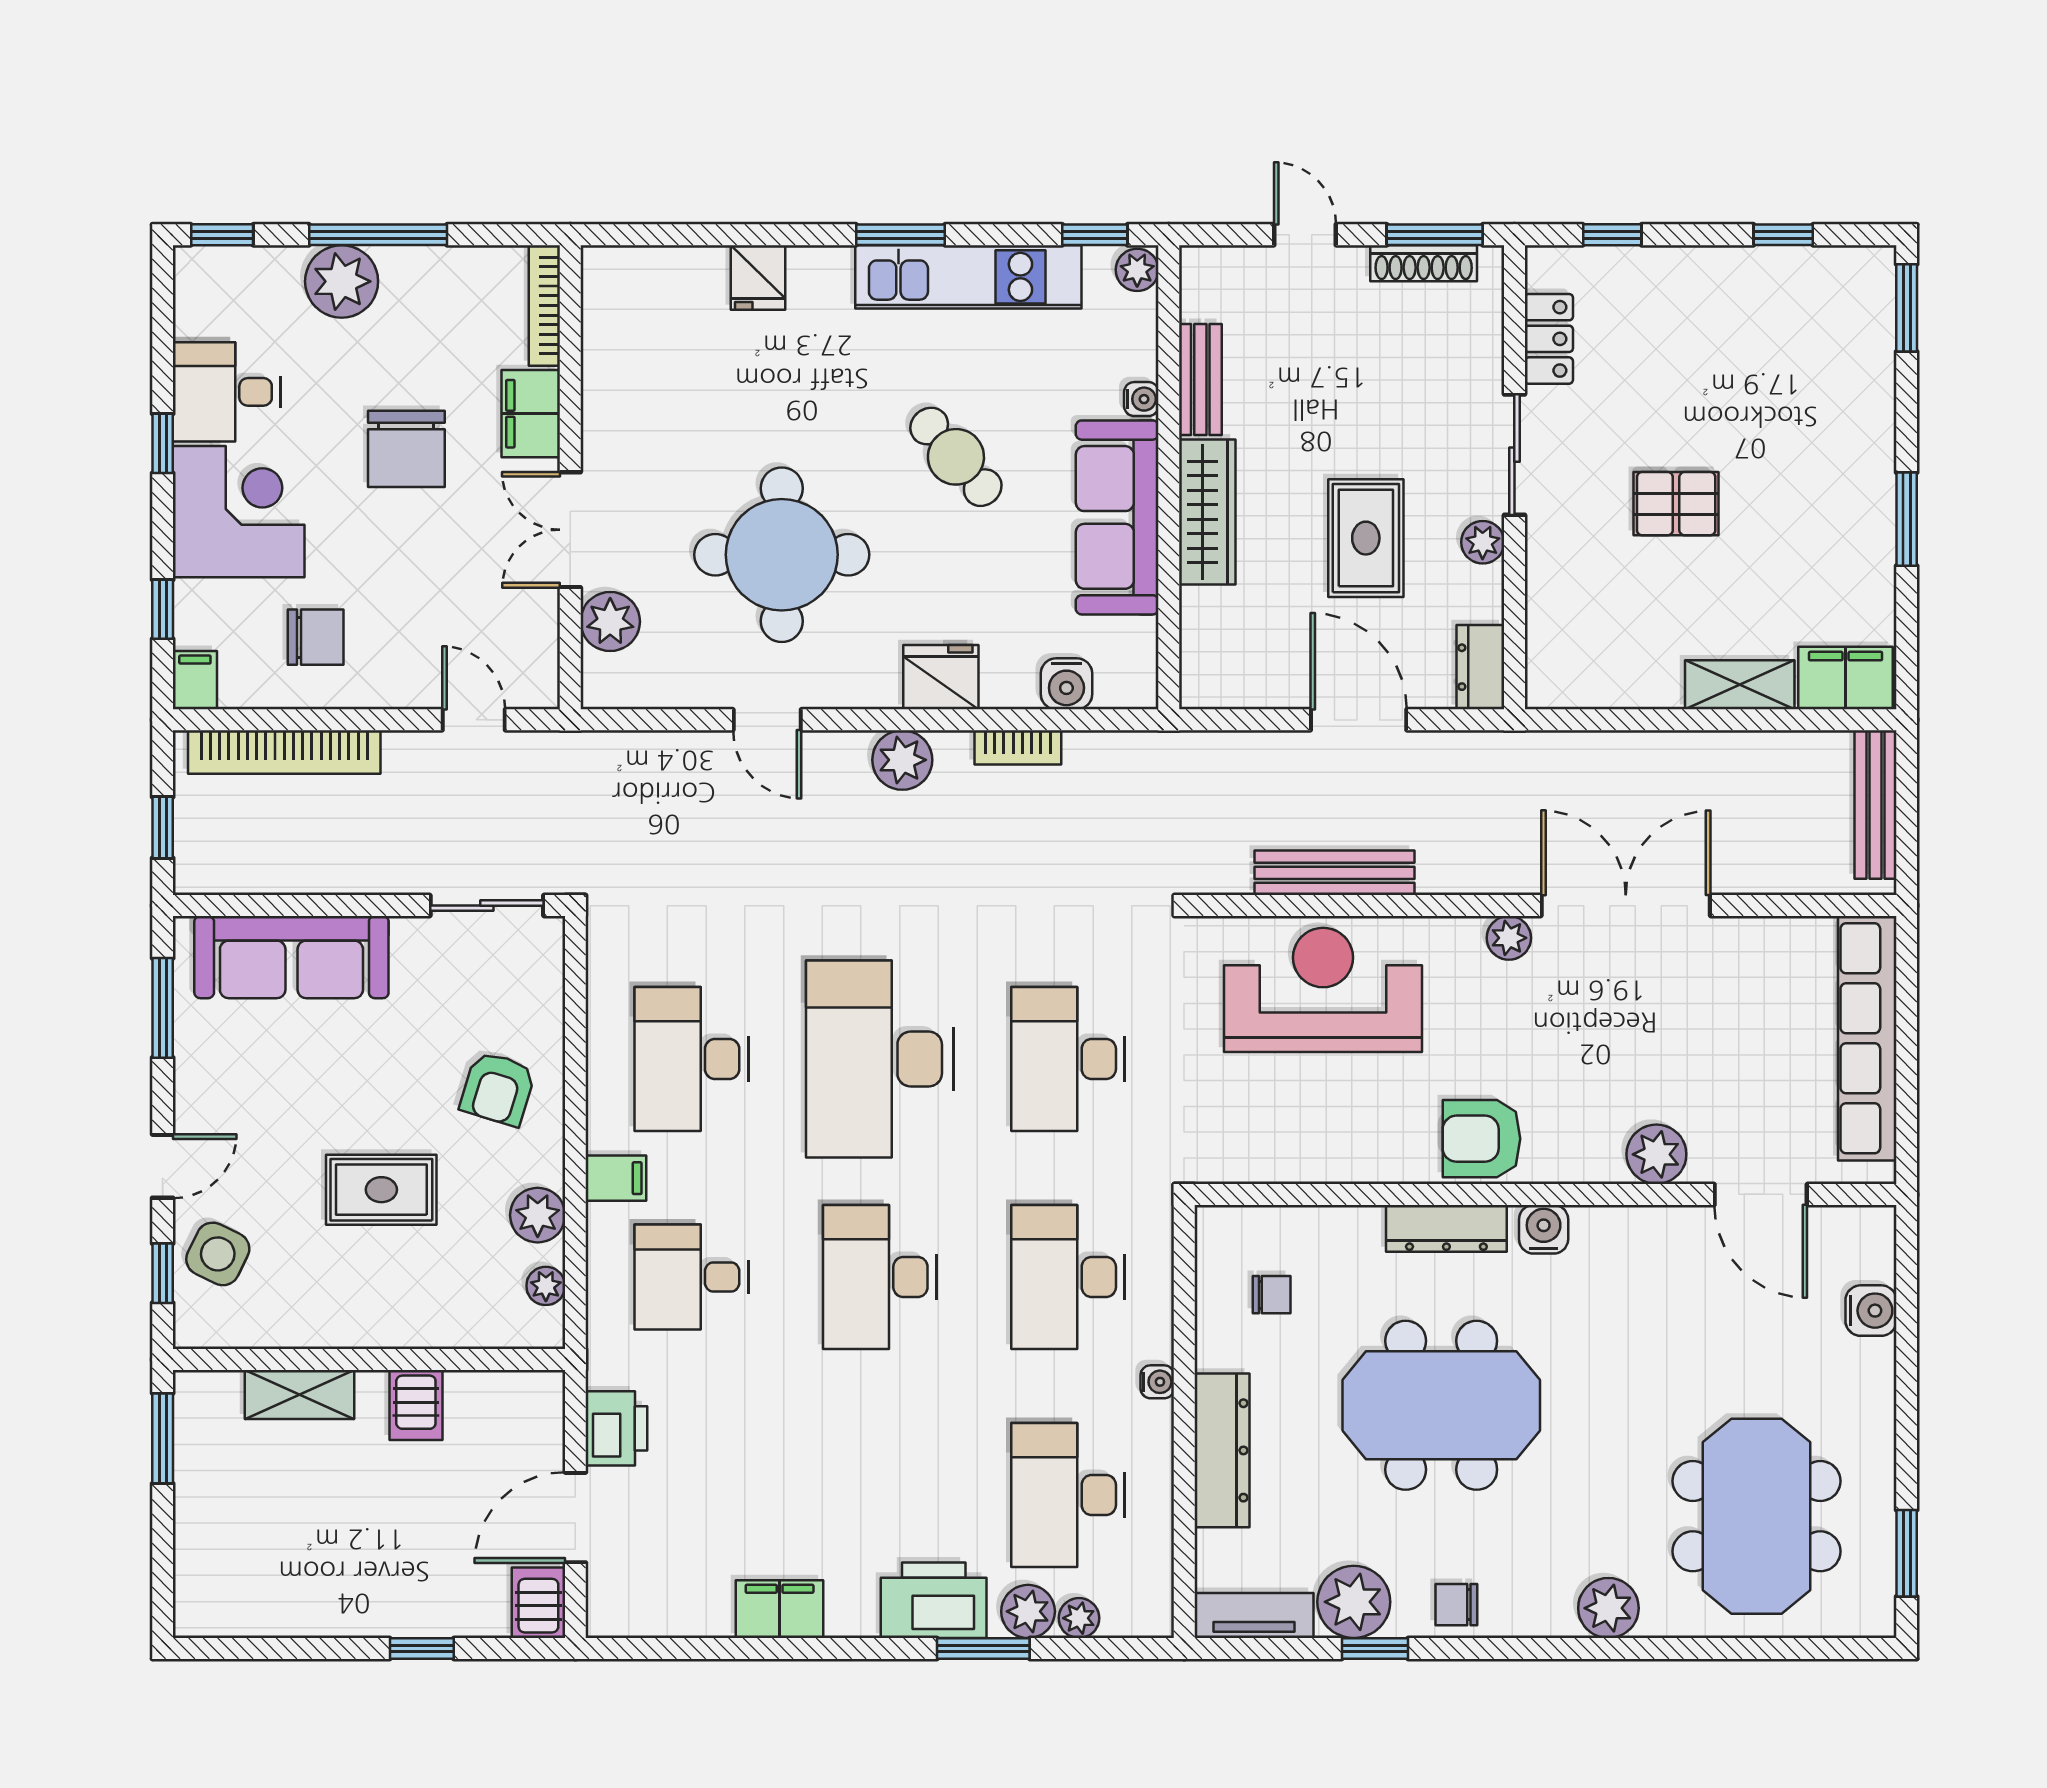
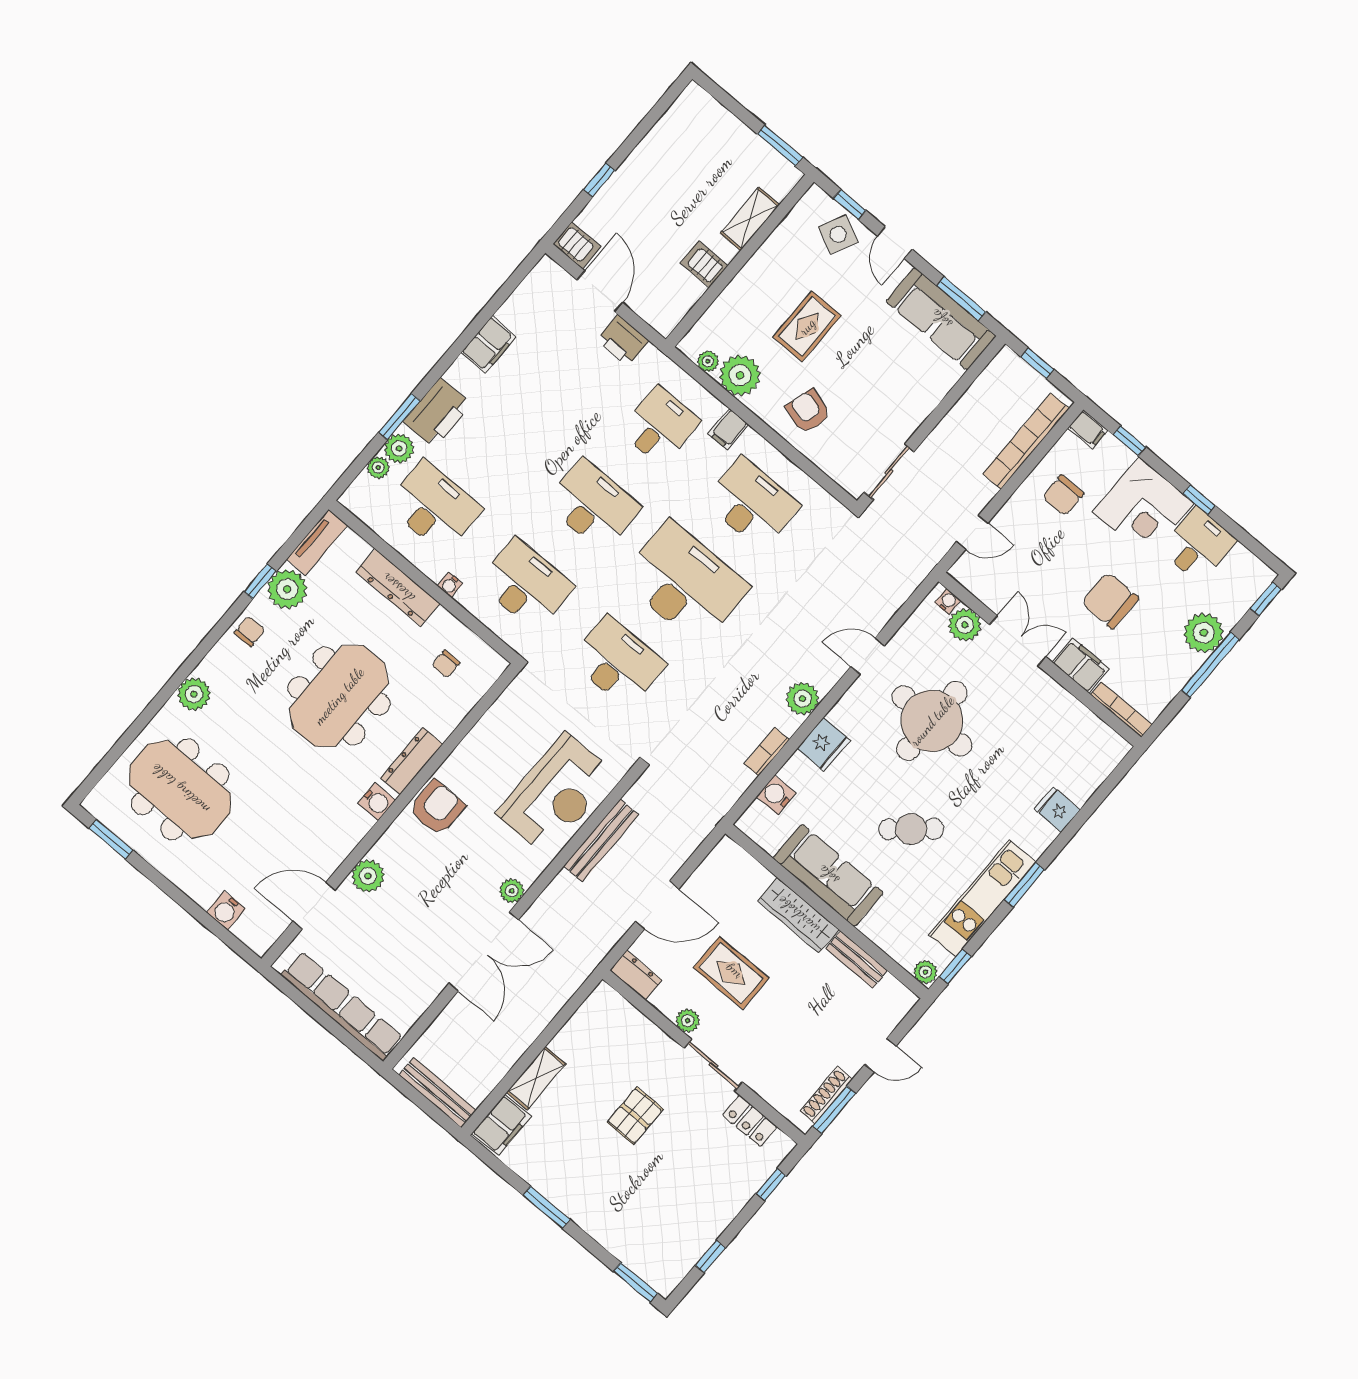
water cooler: (1141, 399) -> (948, 601), moved, turned 180
sofa: (291, 957) -> (941, 319), moved, turned -90
plant: (538, 1215) -> (740, 375), width x1.36, depth x1.36

